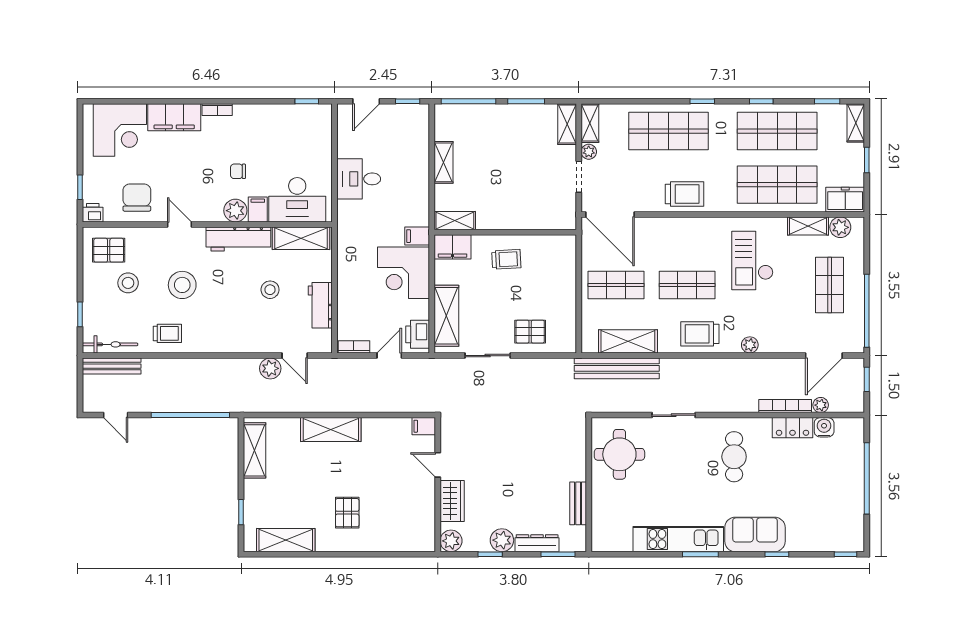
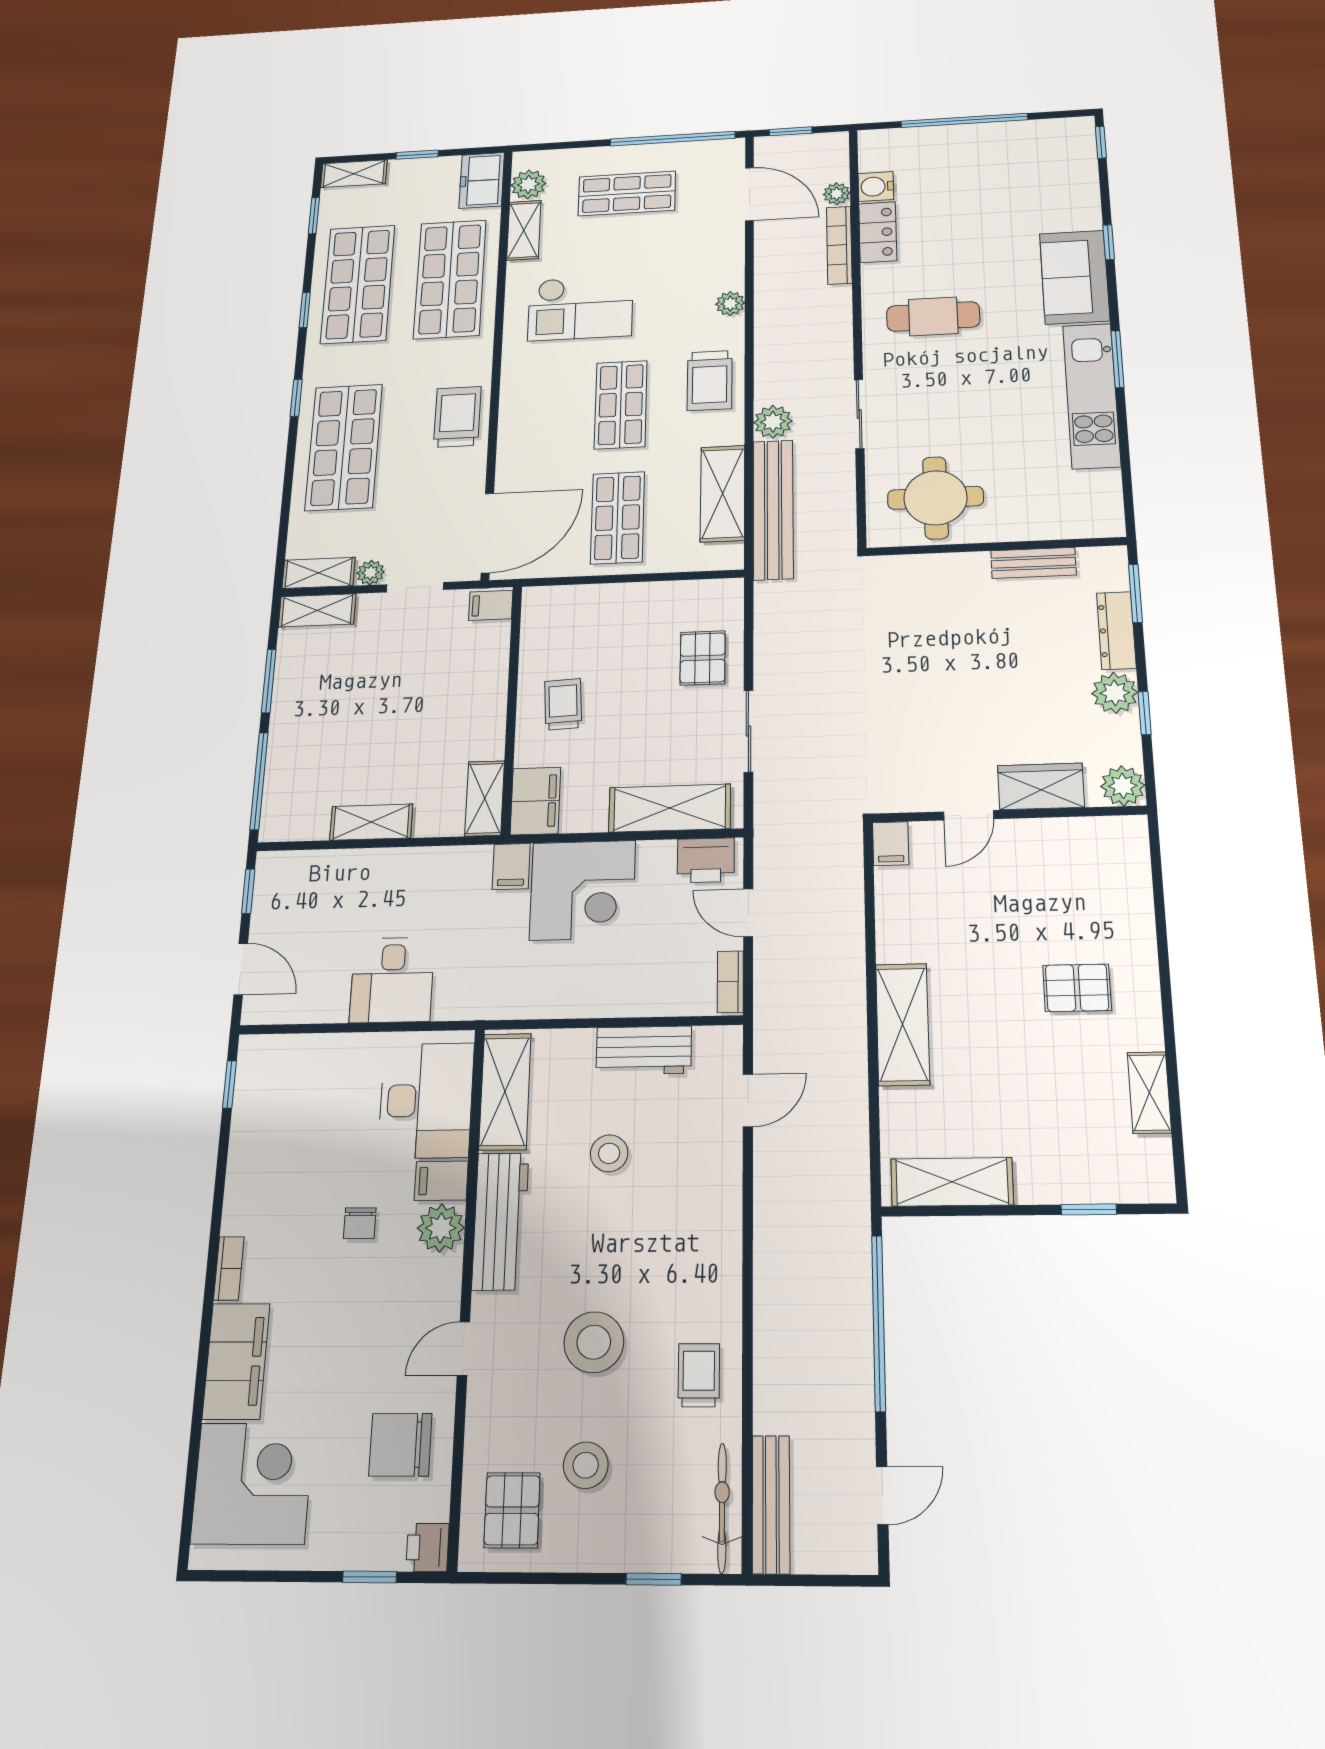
filing cabinet: (566, 218) -> (491, 605), added
plant: (270, 368) -> (773, 422), moved
shelving: (286, 540) -> (1149, 1093), width x0.67, depth x0.75

